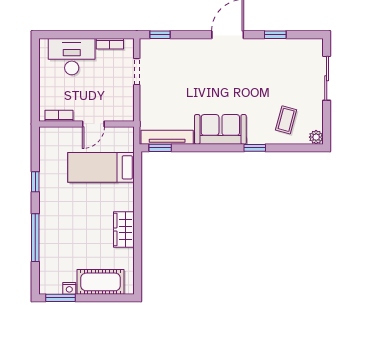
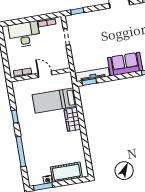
door: (93, 124) -> (45, 74), swing flipped
wardrobe: (124, 229) -> (72, 119), moved

